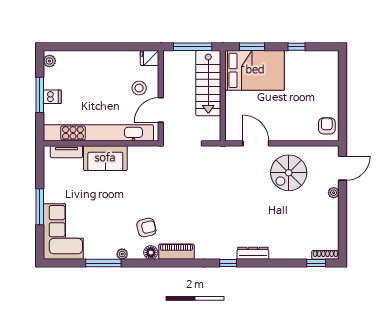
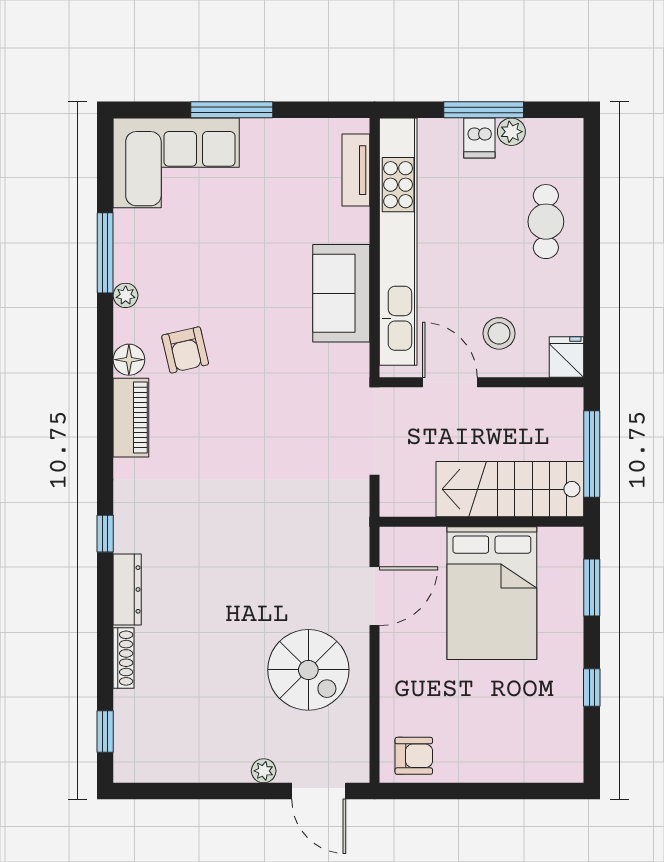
plant: (49, 61) -> (511, 132), moved
cafe table: (89, 67) -> (546, 222), added
bed: (255, 70) -> (492, 593), moved
sofa: (105, 158) -> (341, 293), moved
spiral stairs: (289, 173) -> (308, 670), turned 180
shoe rack: (325, 255) -> (124, 658), moved

